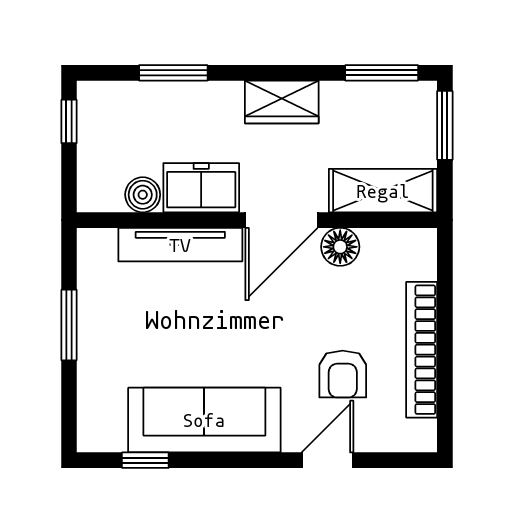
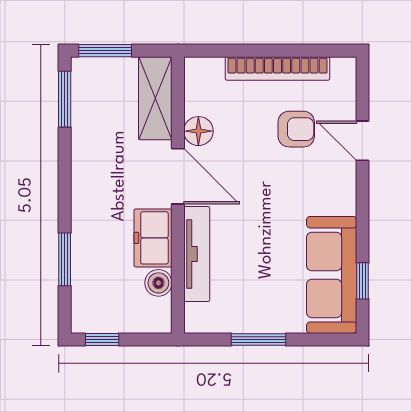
wardrobe: (282, 102) -> (87, 176), removed
sofa: (204, 420) -> (332, 275), moved

